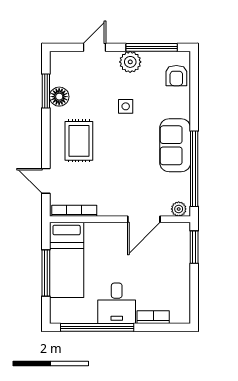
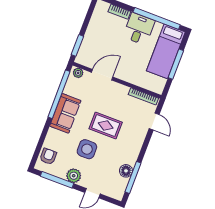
window: (46, 91) -> (133, 177), width x1.44
side table: (126, 106) -> (87, 149), width x1.87, depth x1.87
rug: (79, 141) -> (106, 125), moved, turned 90
bed: (67, 260) -> (166, 51), moved, turned 180

